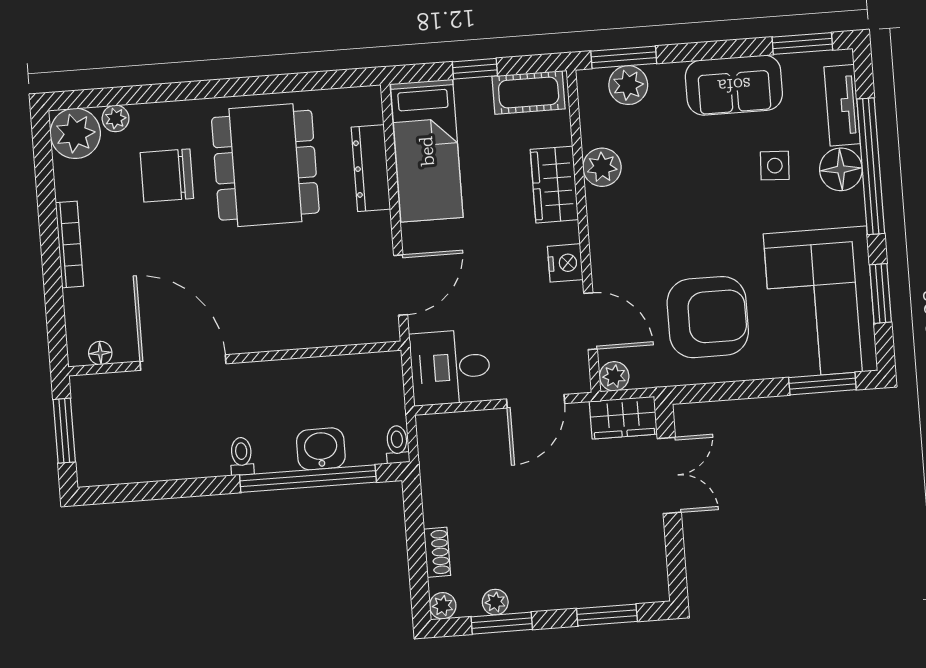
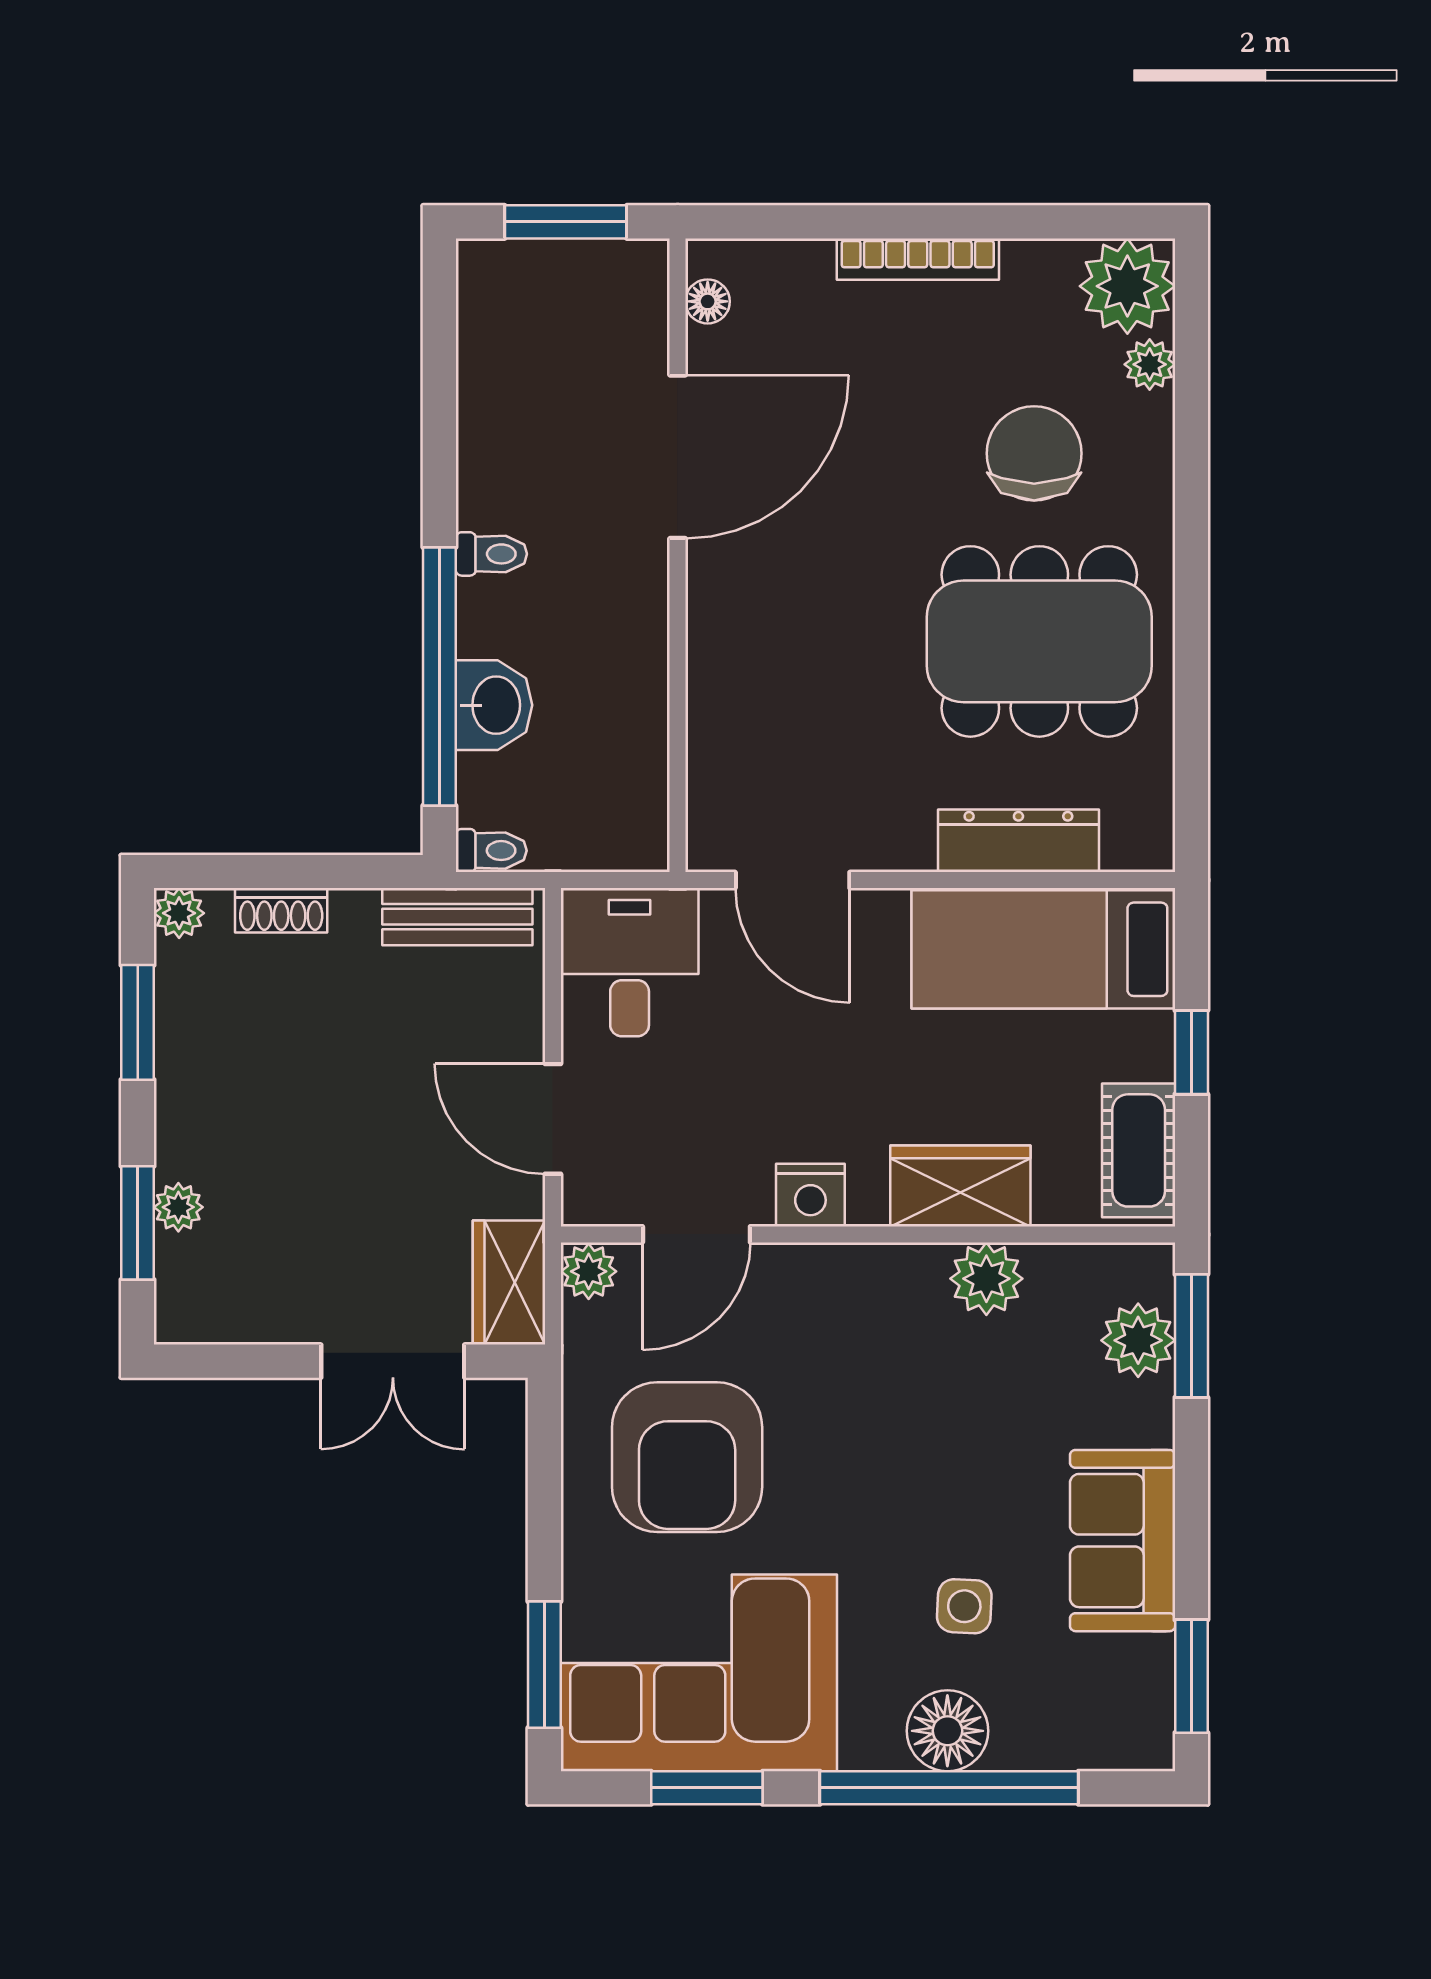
tv unit: (842, 105) -> (1069, 1742), removed
bench: (433, 460) -> (457, 917), added
plant: (495, 602) -> (178, 1207), moved

